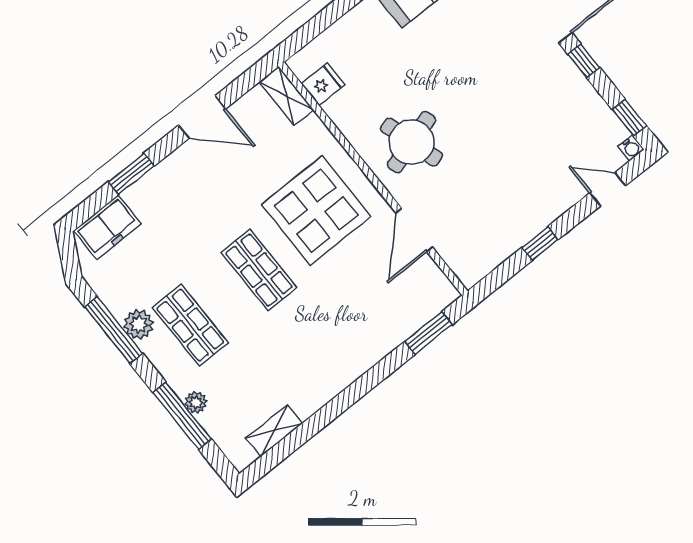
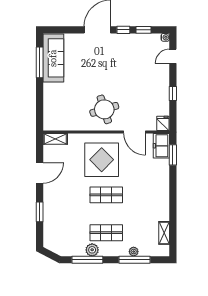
fridge: (323, 84) -> (163, 123), moved
window: (629, 118) -> (144, 30), moved
freezer: (107, 227) -> (161, 146), moved, turned 180

